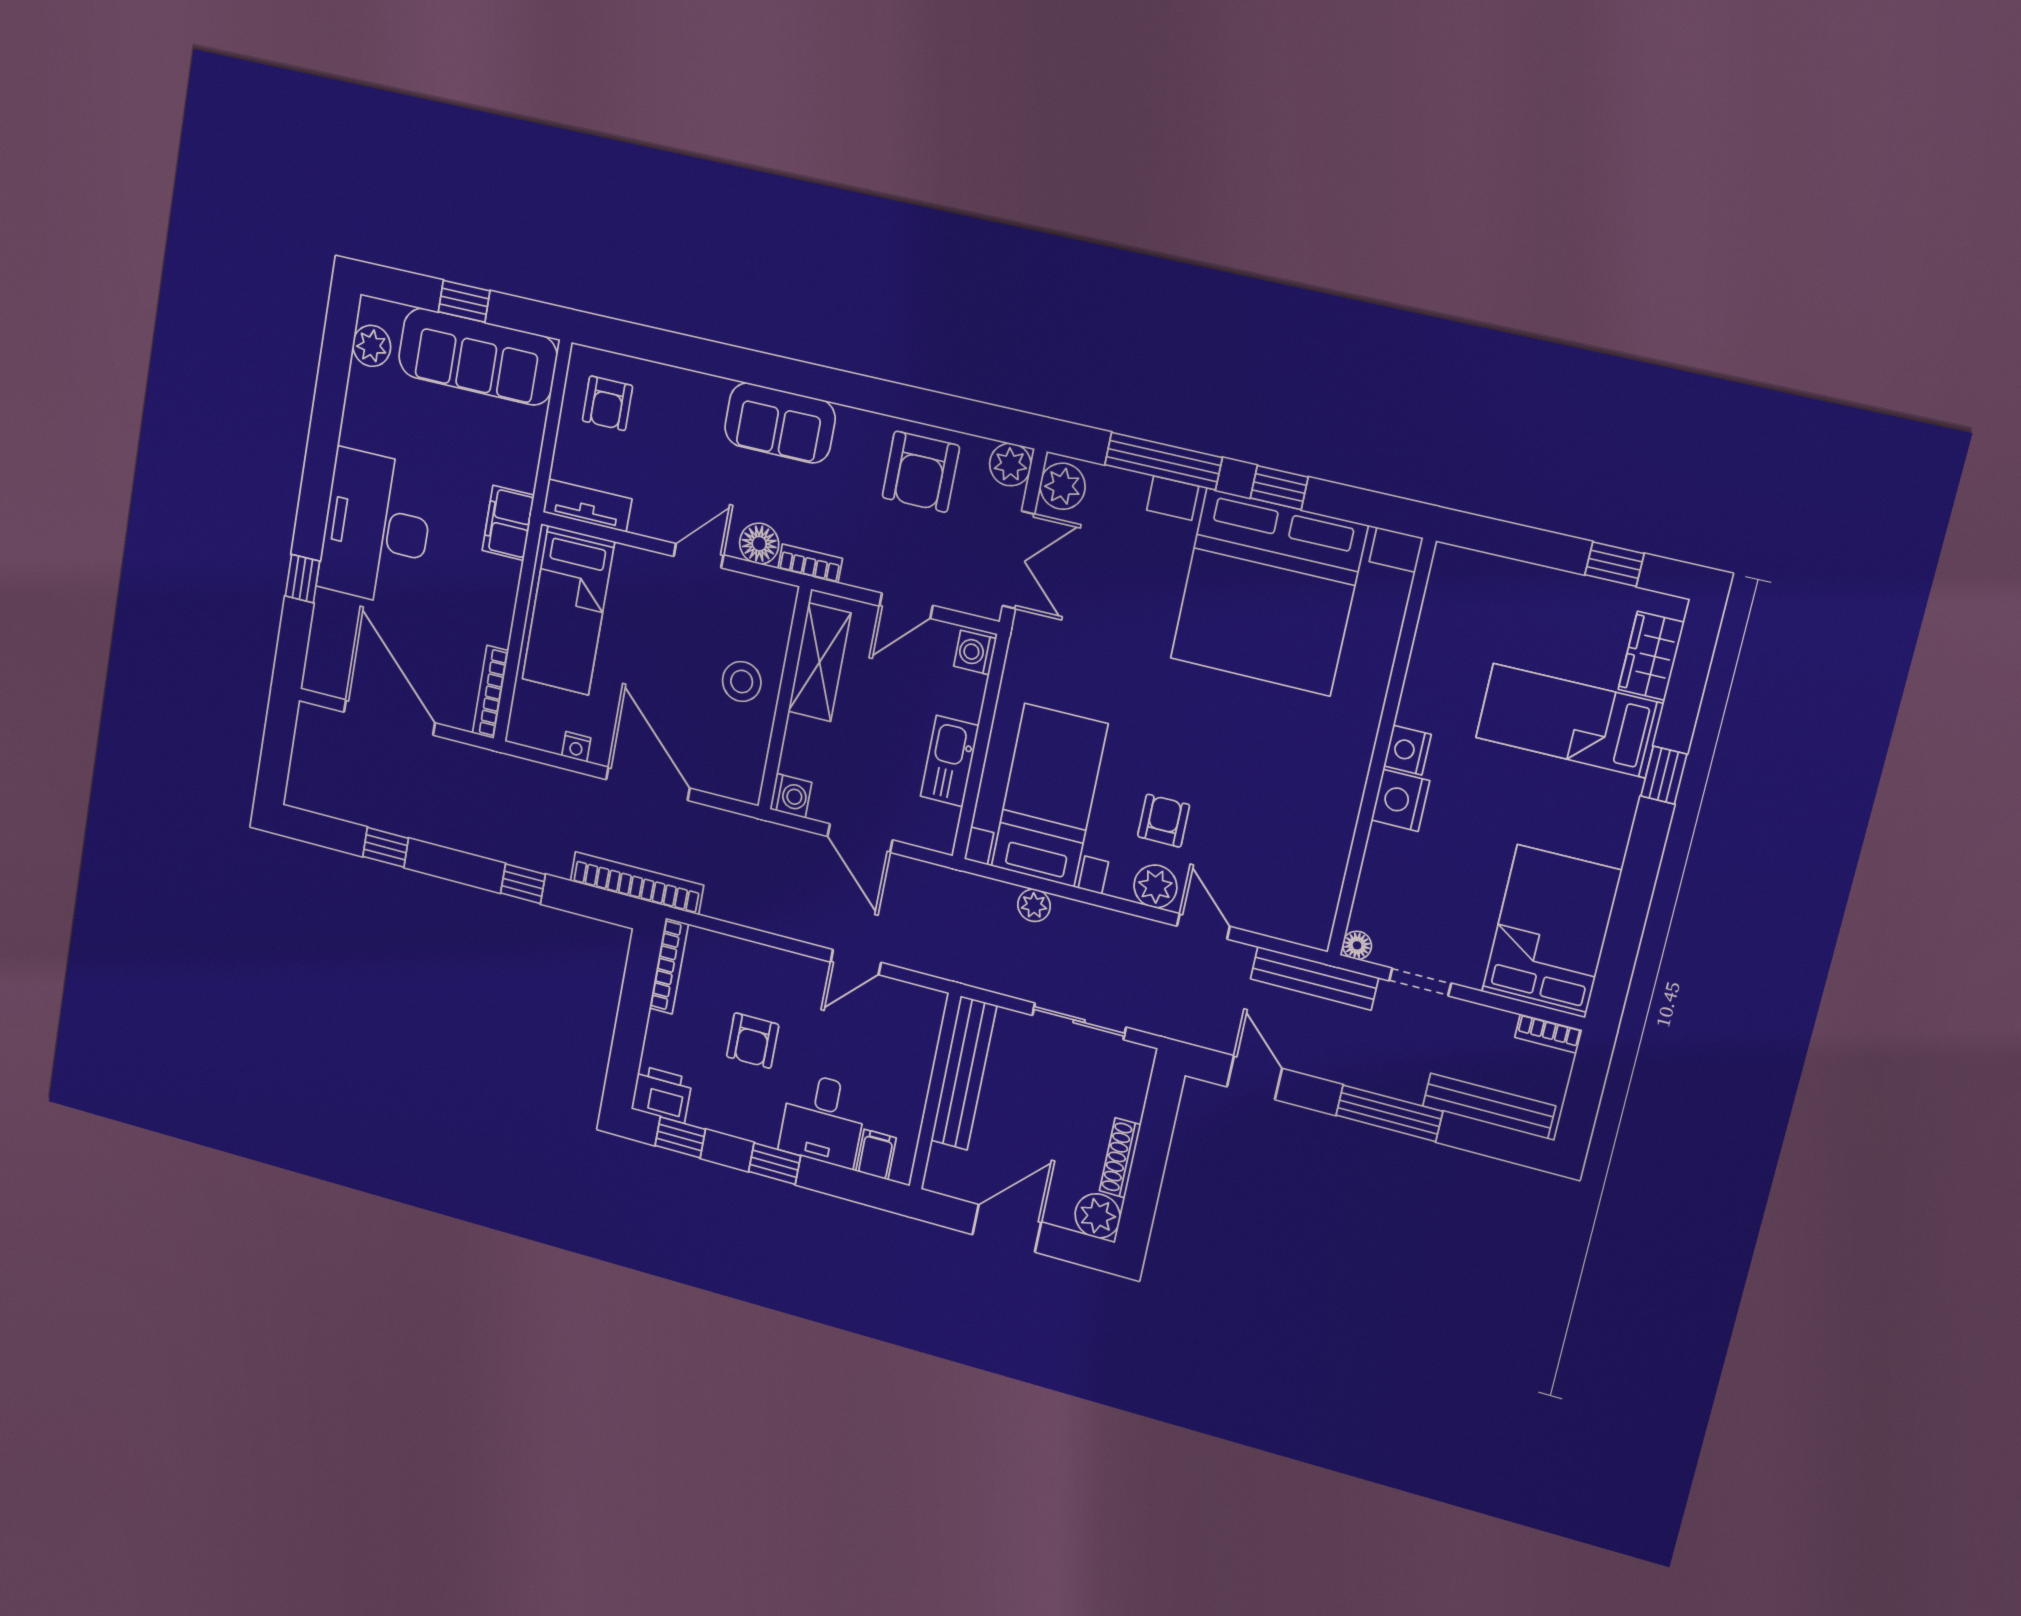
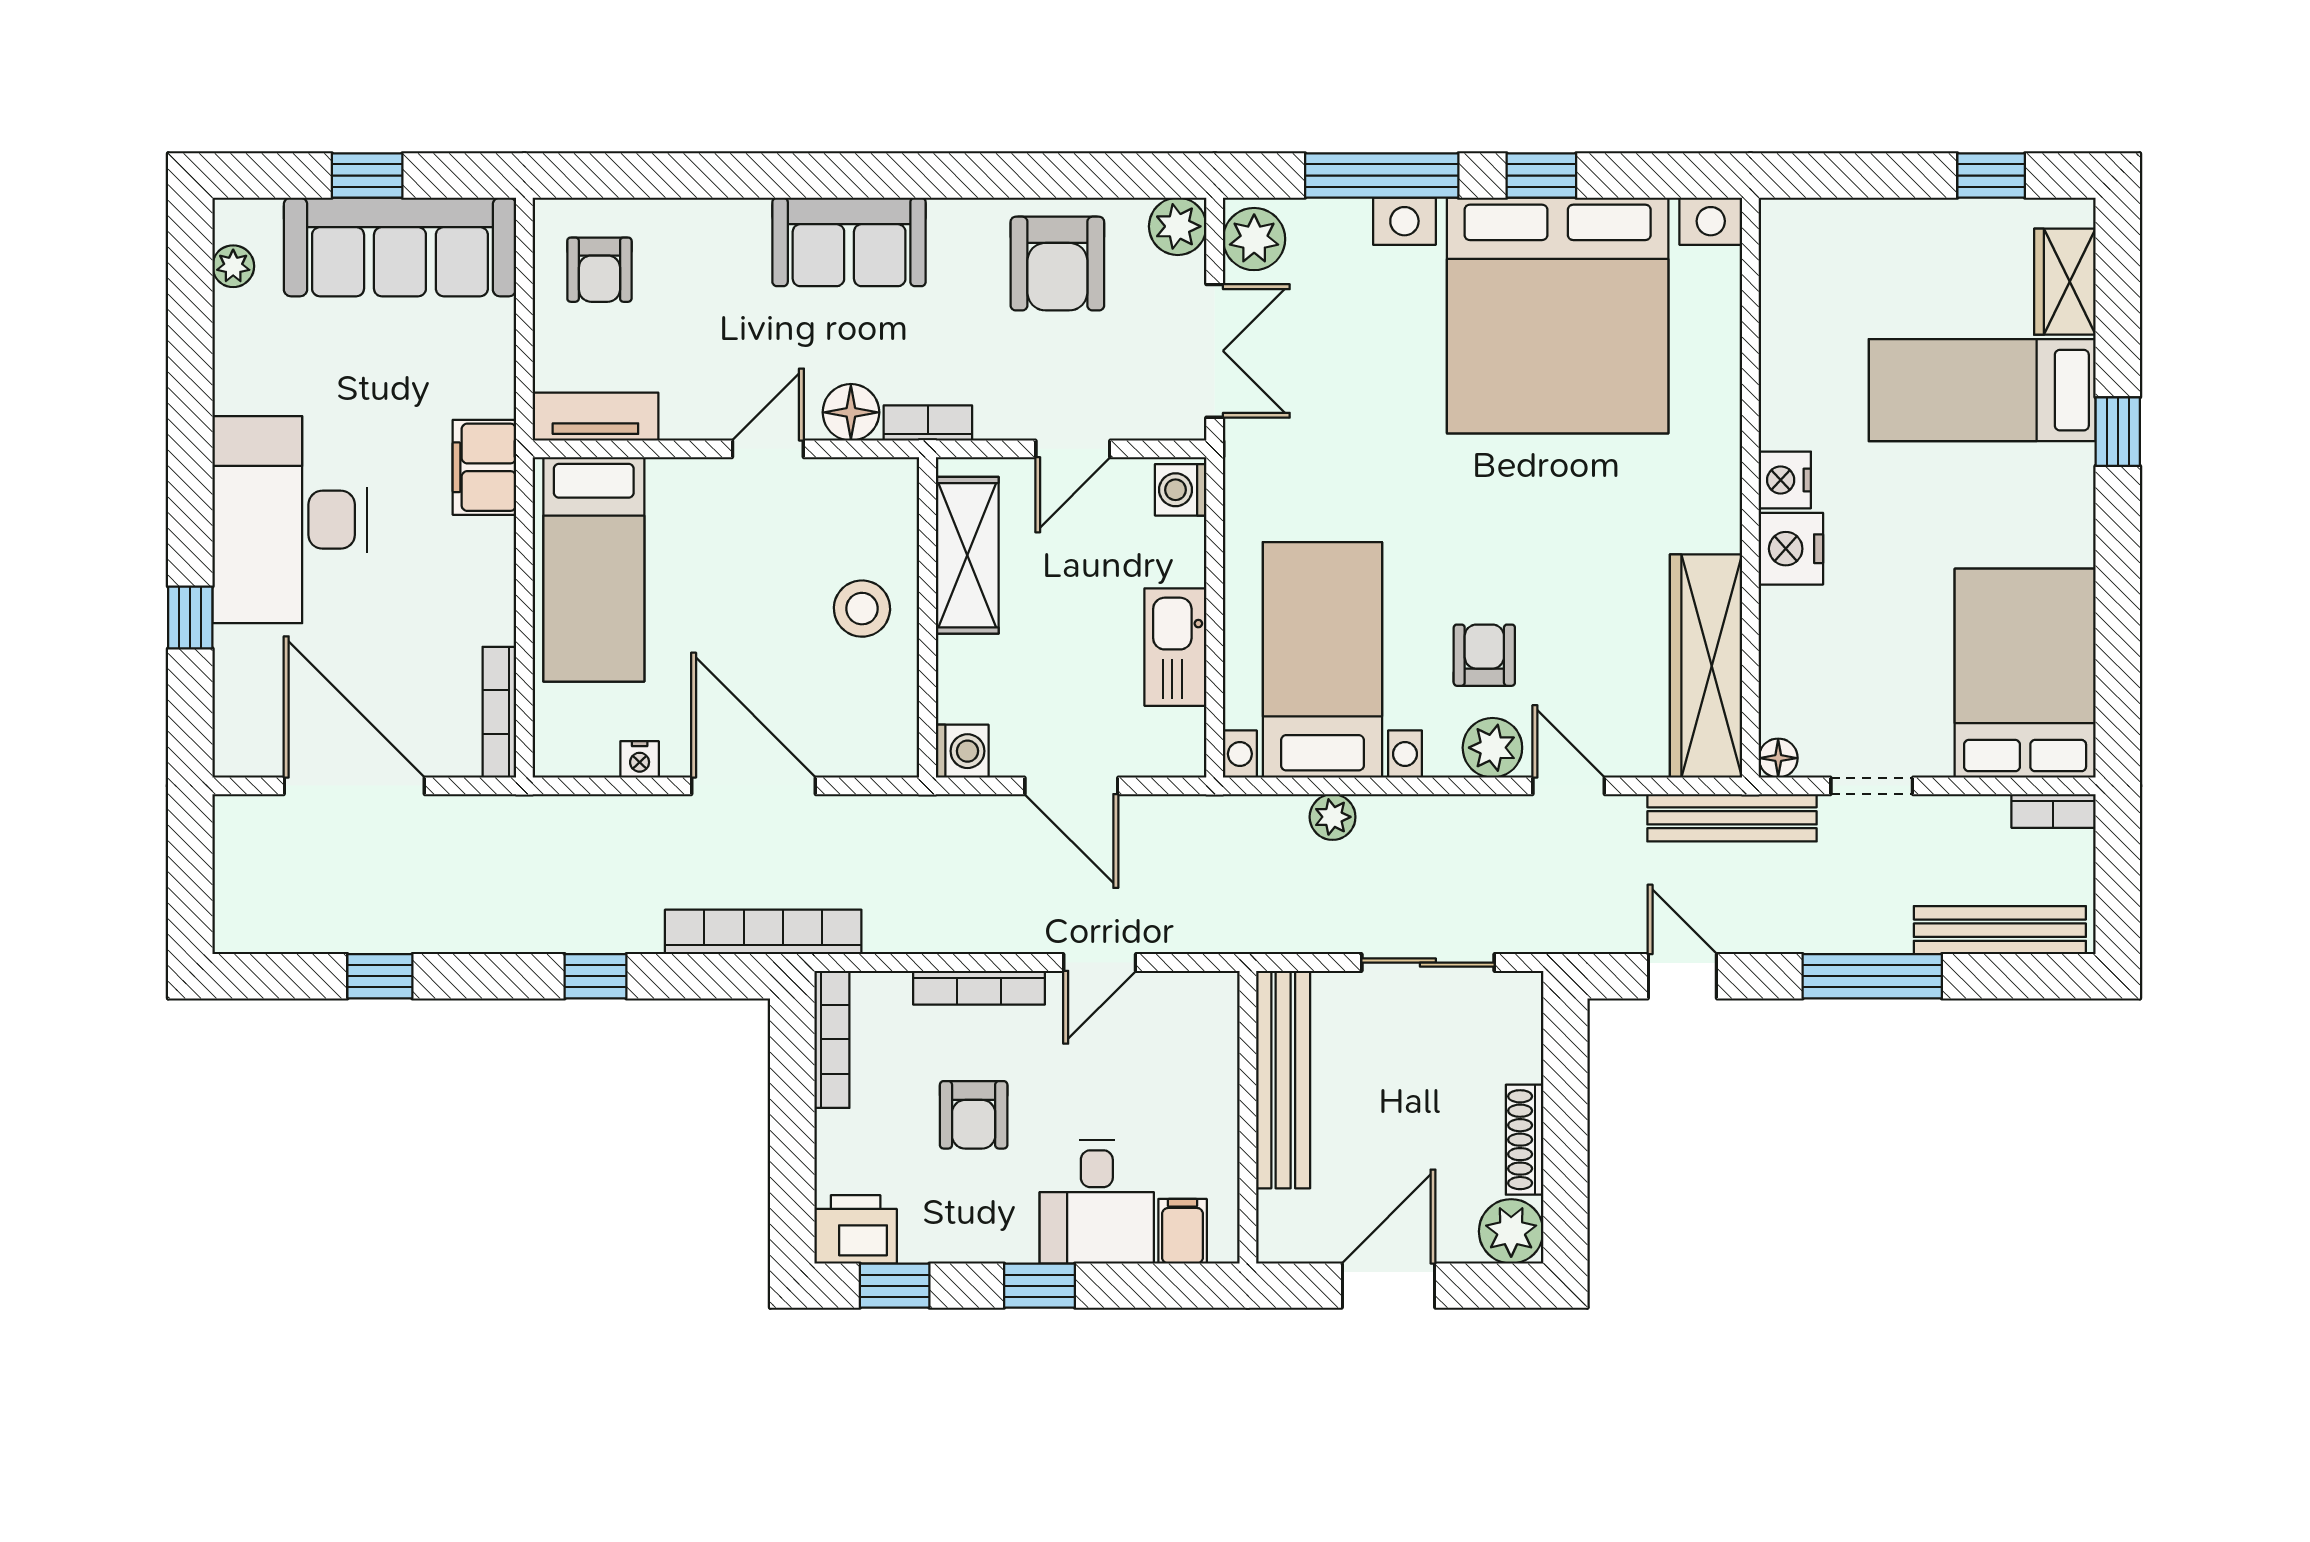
plant: (372, 346) -> (233, 266), width x0.73, depth x0.73
wardrobe: (1320, 868) -> (1706, 666), added
bookcase: (772, 958) -> (979, 988), added

